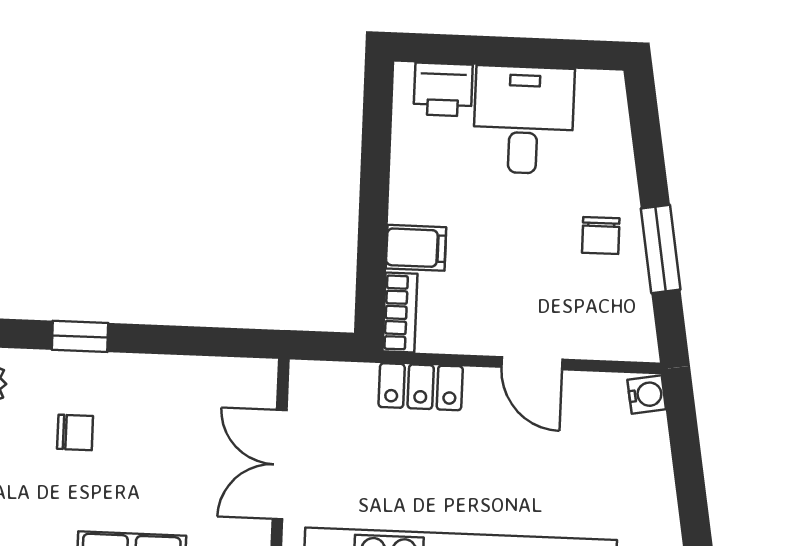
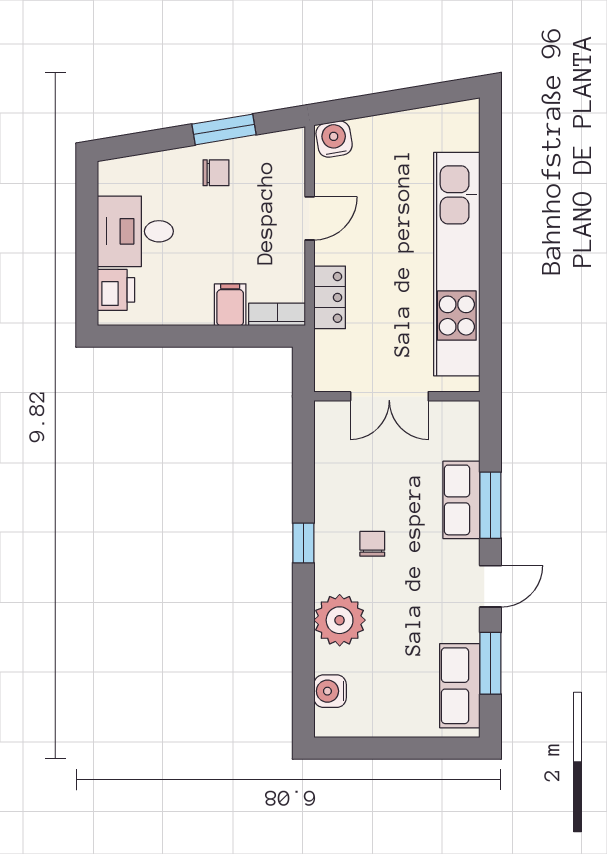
water cooler: (647, 395) -> (334, 139), width x1.38, depth x1.38

